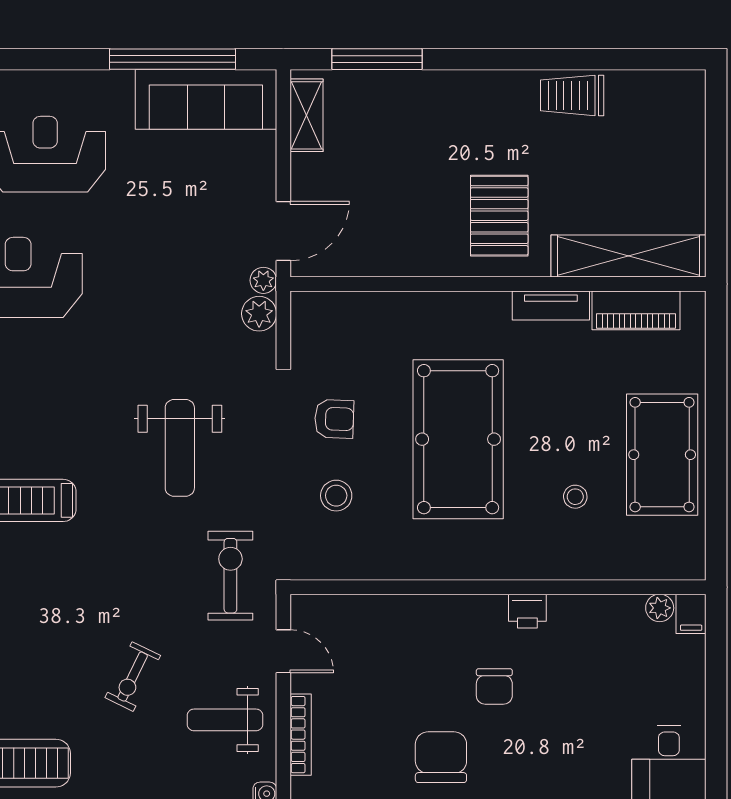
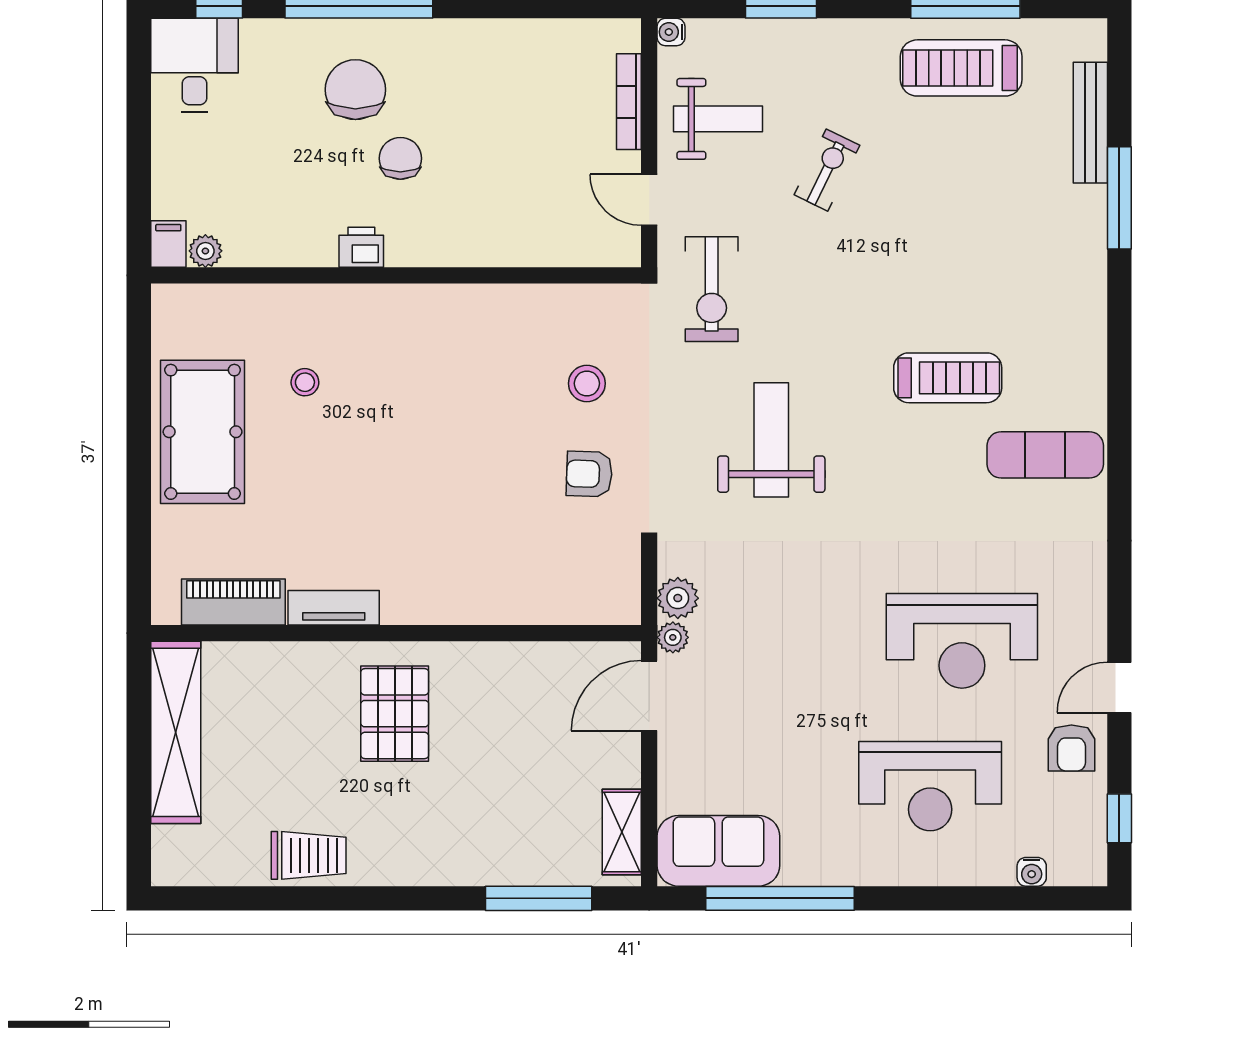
sofa: (206, 99) -> (718, 851), width x0.73
shelving: (629, 256) -> (176, 732), moved, turned 90
pool table: (458, 439) -> (443, 450), removed
chair: (441, 757) -> (355, 90), moved, turned 180

